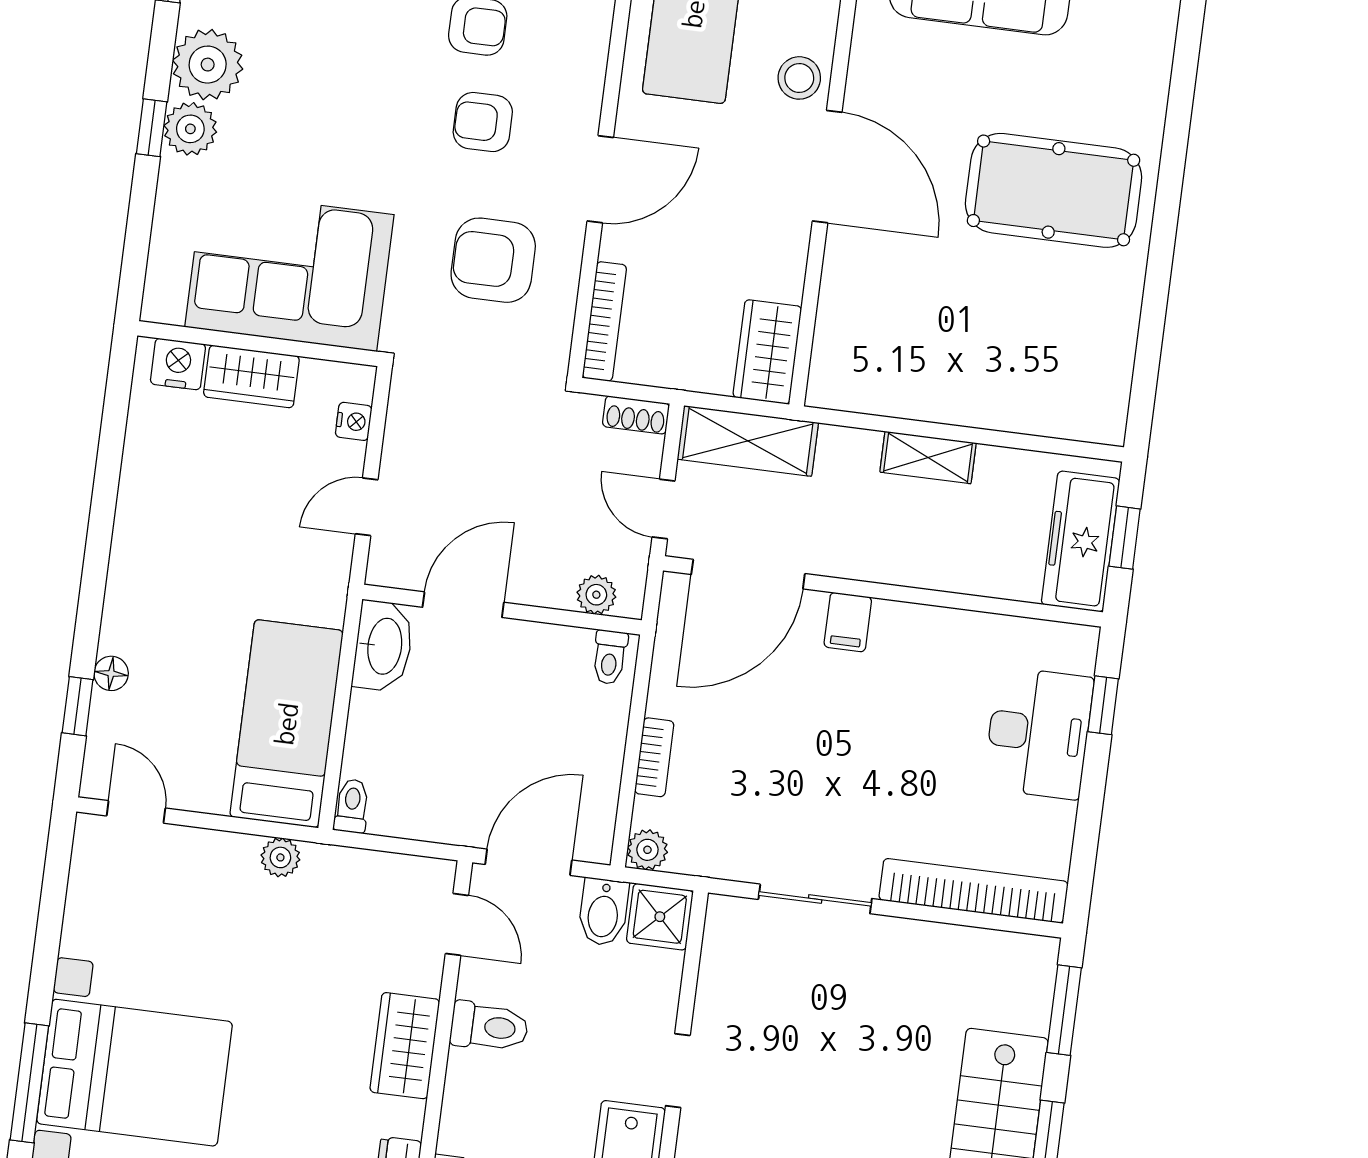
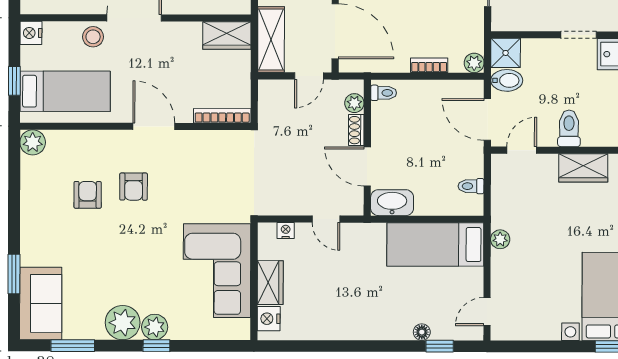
armchair: (493, 260) -> (199, 173), removed
shoe rack: (636, 415) -> (356, 130), moved, turned 180
toilet: (352, 806) -> (471, 186), moved

